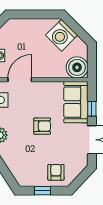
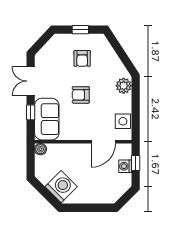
boiler: (77, 67) -> (40, 149), width x0.54, depth x0.54
armchair: (56, 172) -> (82, 58), moved

